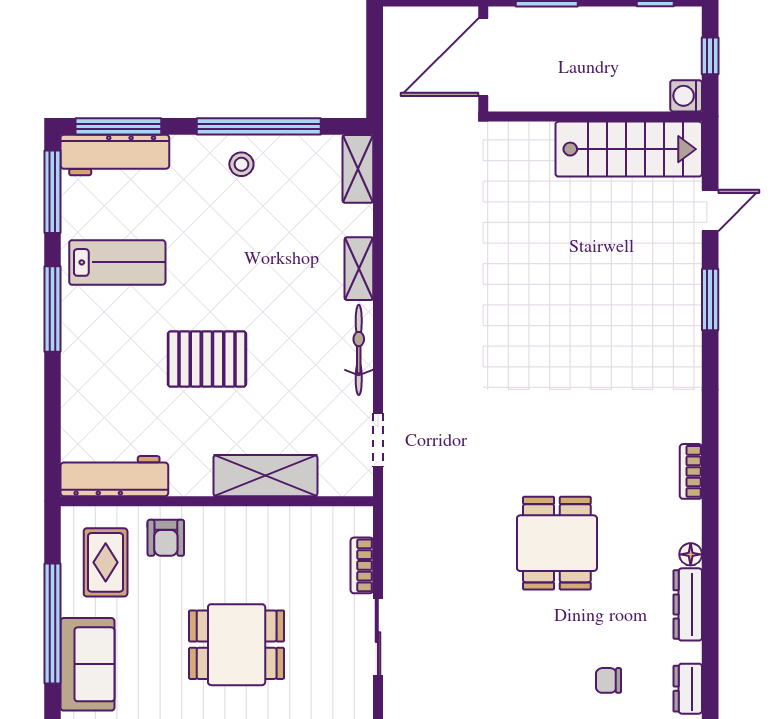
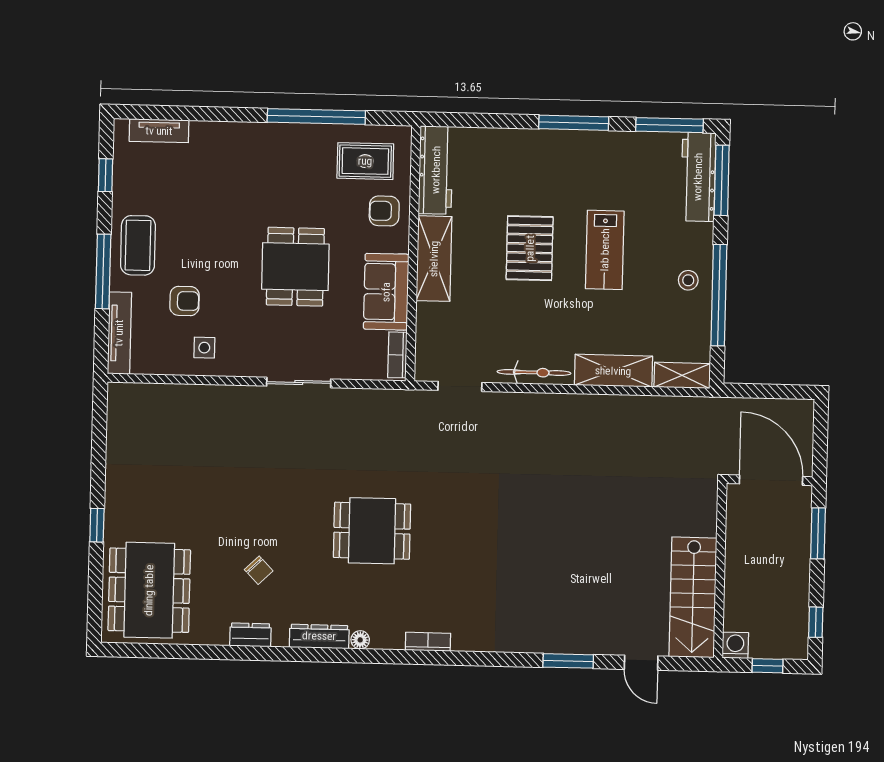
lab bench: (117, 262) -> (605, 250), moved
shelving: (359, 269) -> (613, 371), width x1.50, depth x1.33
shelving: (265, 476) -> (434, 259), moved
bookcase: (362, 565) -> (397, 355), moved, turned -90
sofa: (88, 664) -> (386, 292), moved, turned 90
chair: (608, 680) -> (259, 570), turned 136

